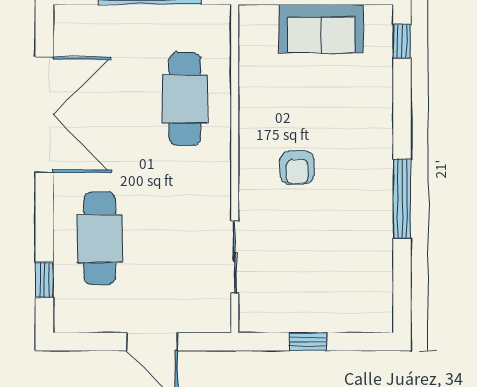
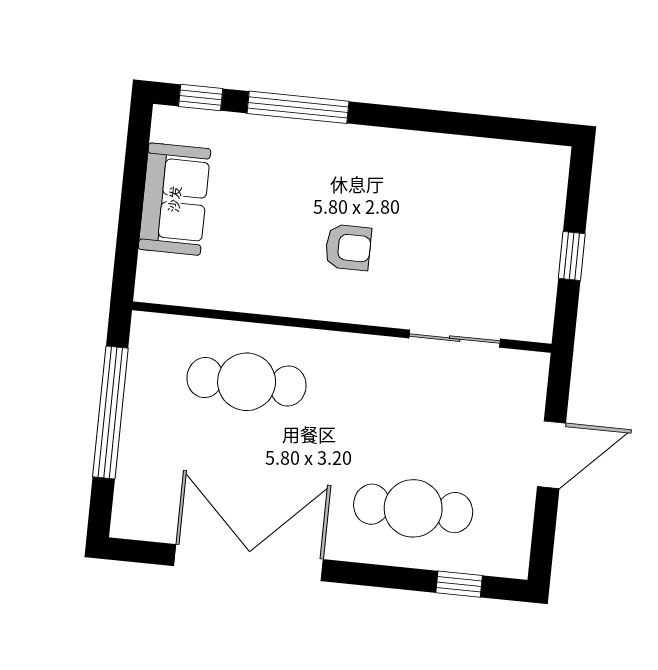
window: (402, 199) -> (298, 107), moved

